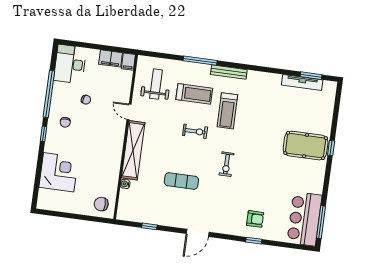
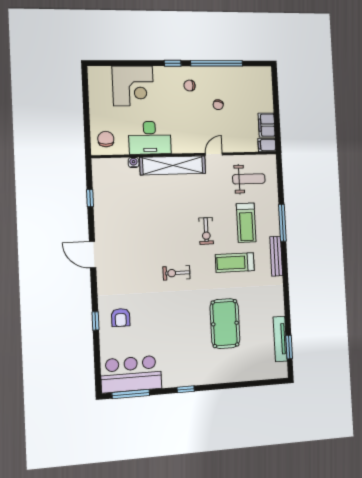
desk: (70, 64) -> (150, 138), moved, turned 180
pool table: (306, 146) -> (225, 324), moved
window: (331, 148) -> (186, 389), moved
exercise mat: (181, 181) -> (148, 225), removed

